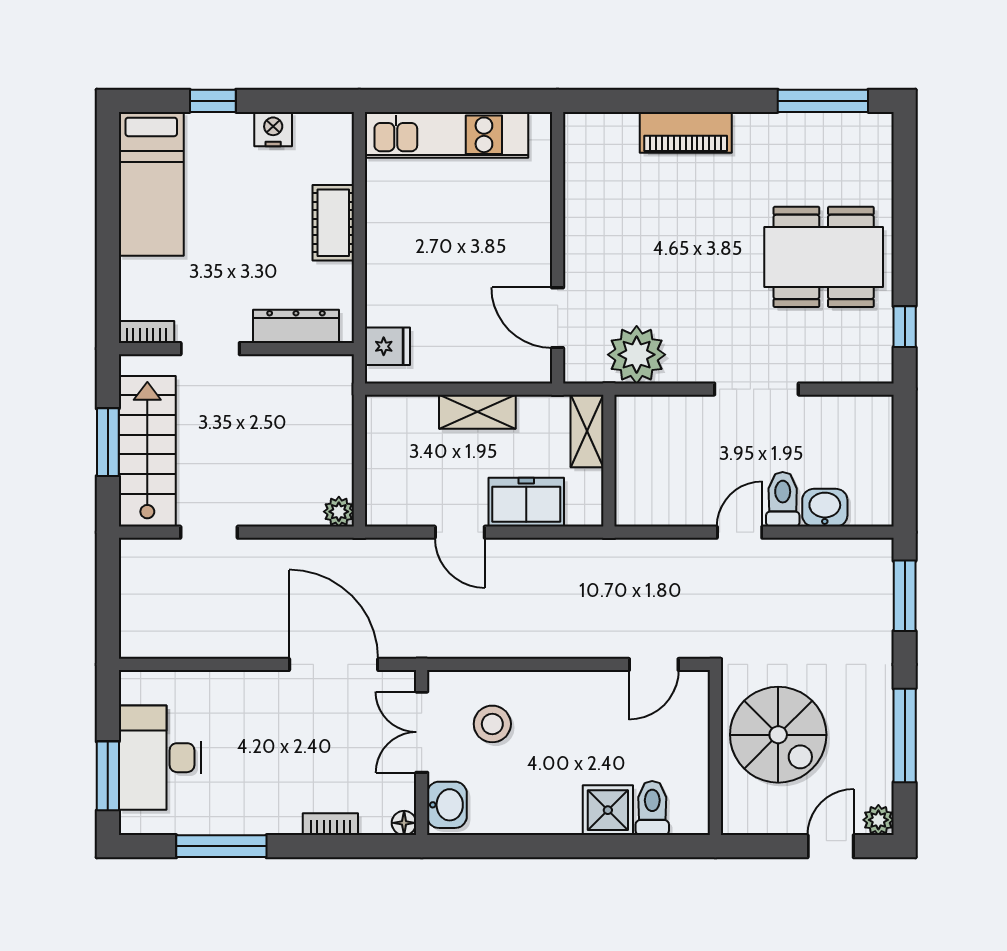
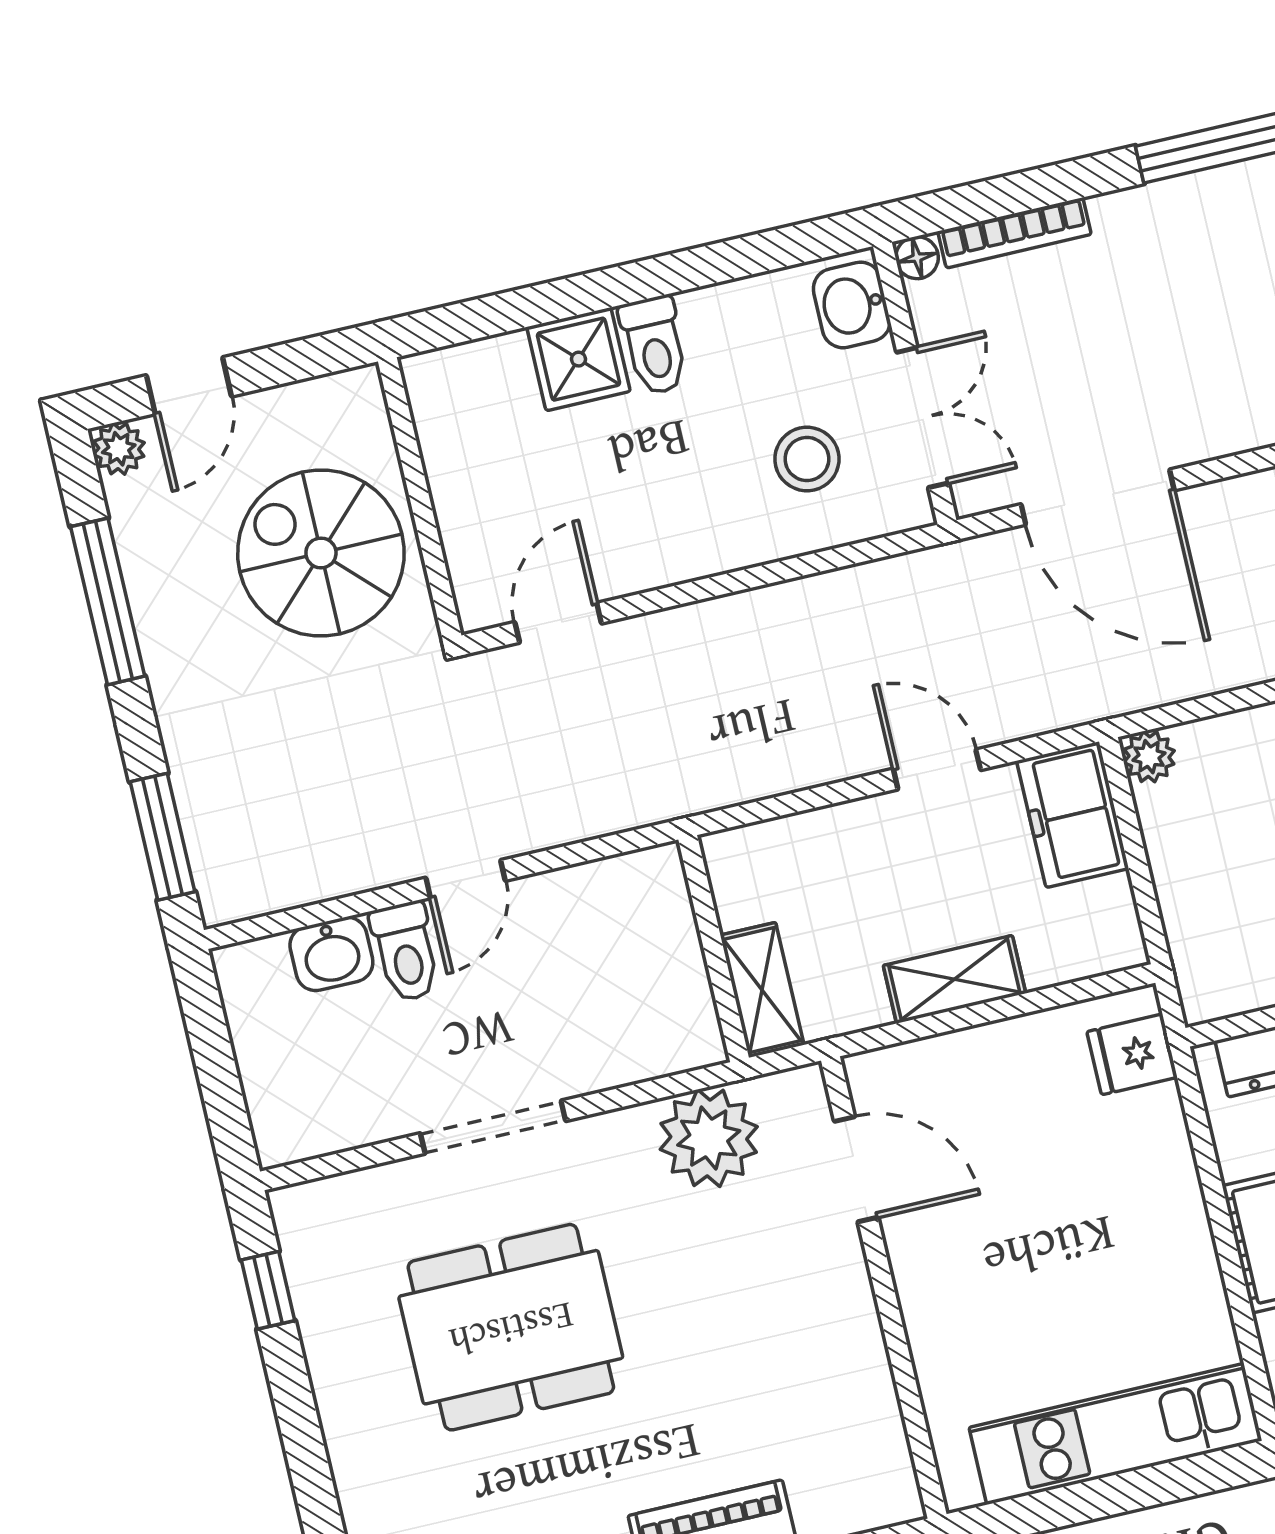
dining table: (824, 257) -> (511, 1327), moved
freezer: (526, 502) -> (1073, 815), moved, turned 90
toilet: (652, 808) -> (654, 345), moved
bookcase: (330, 824) -> (1015, 233), width x1.56

